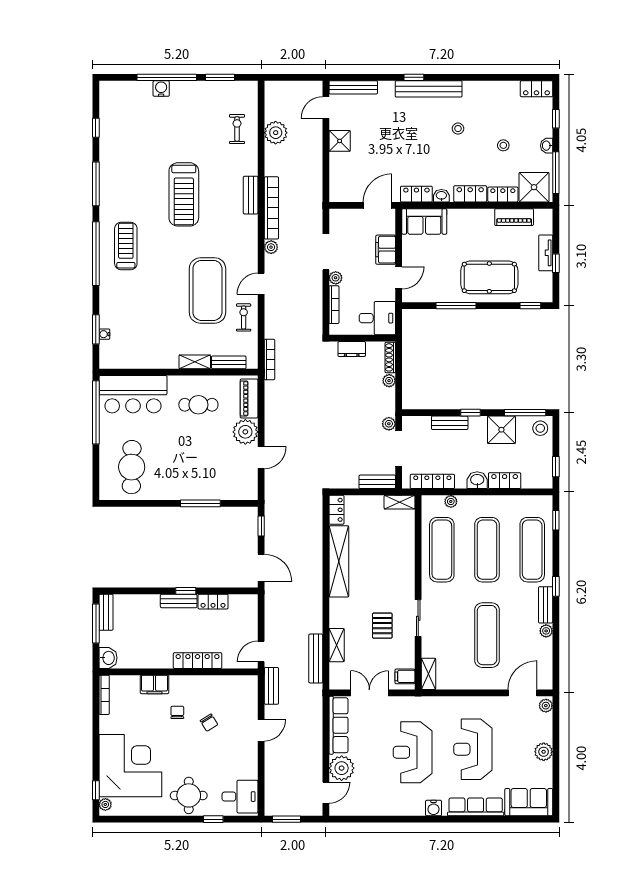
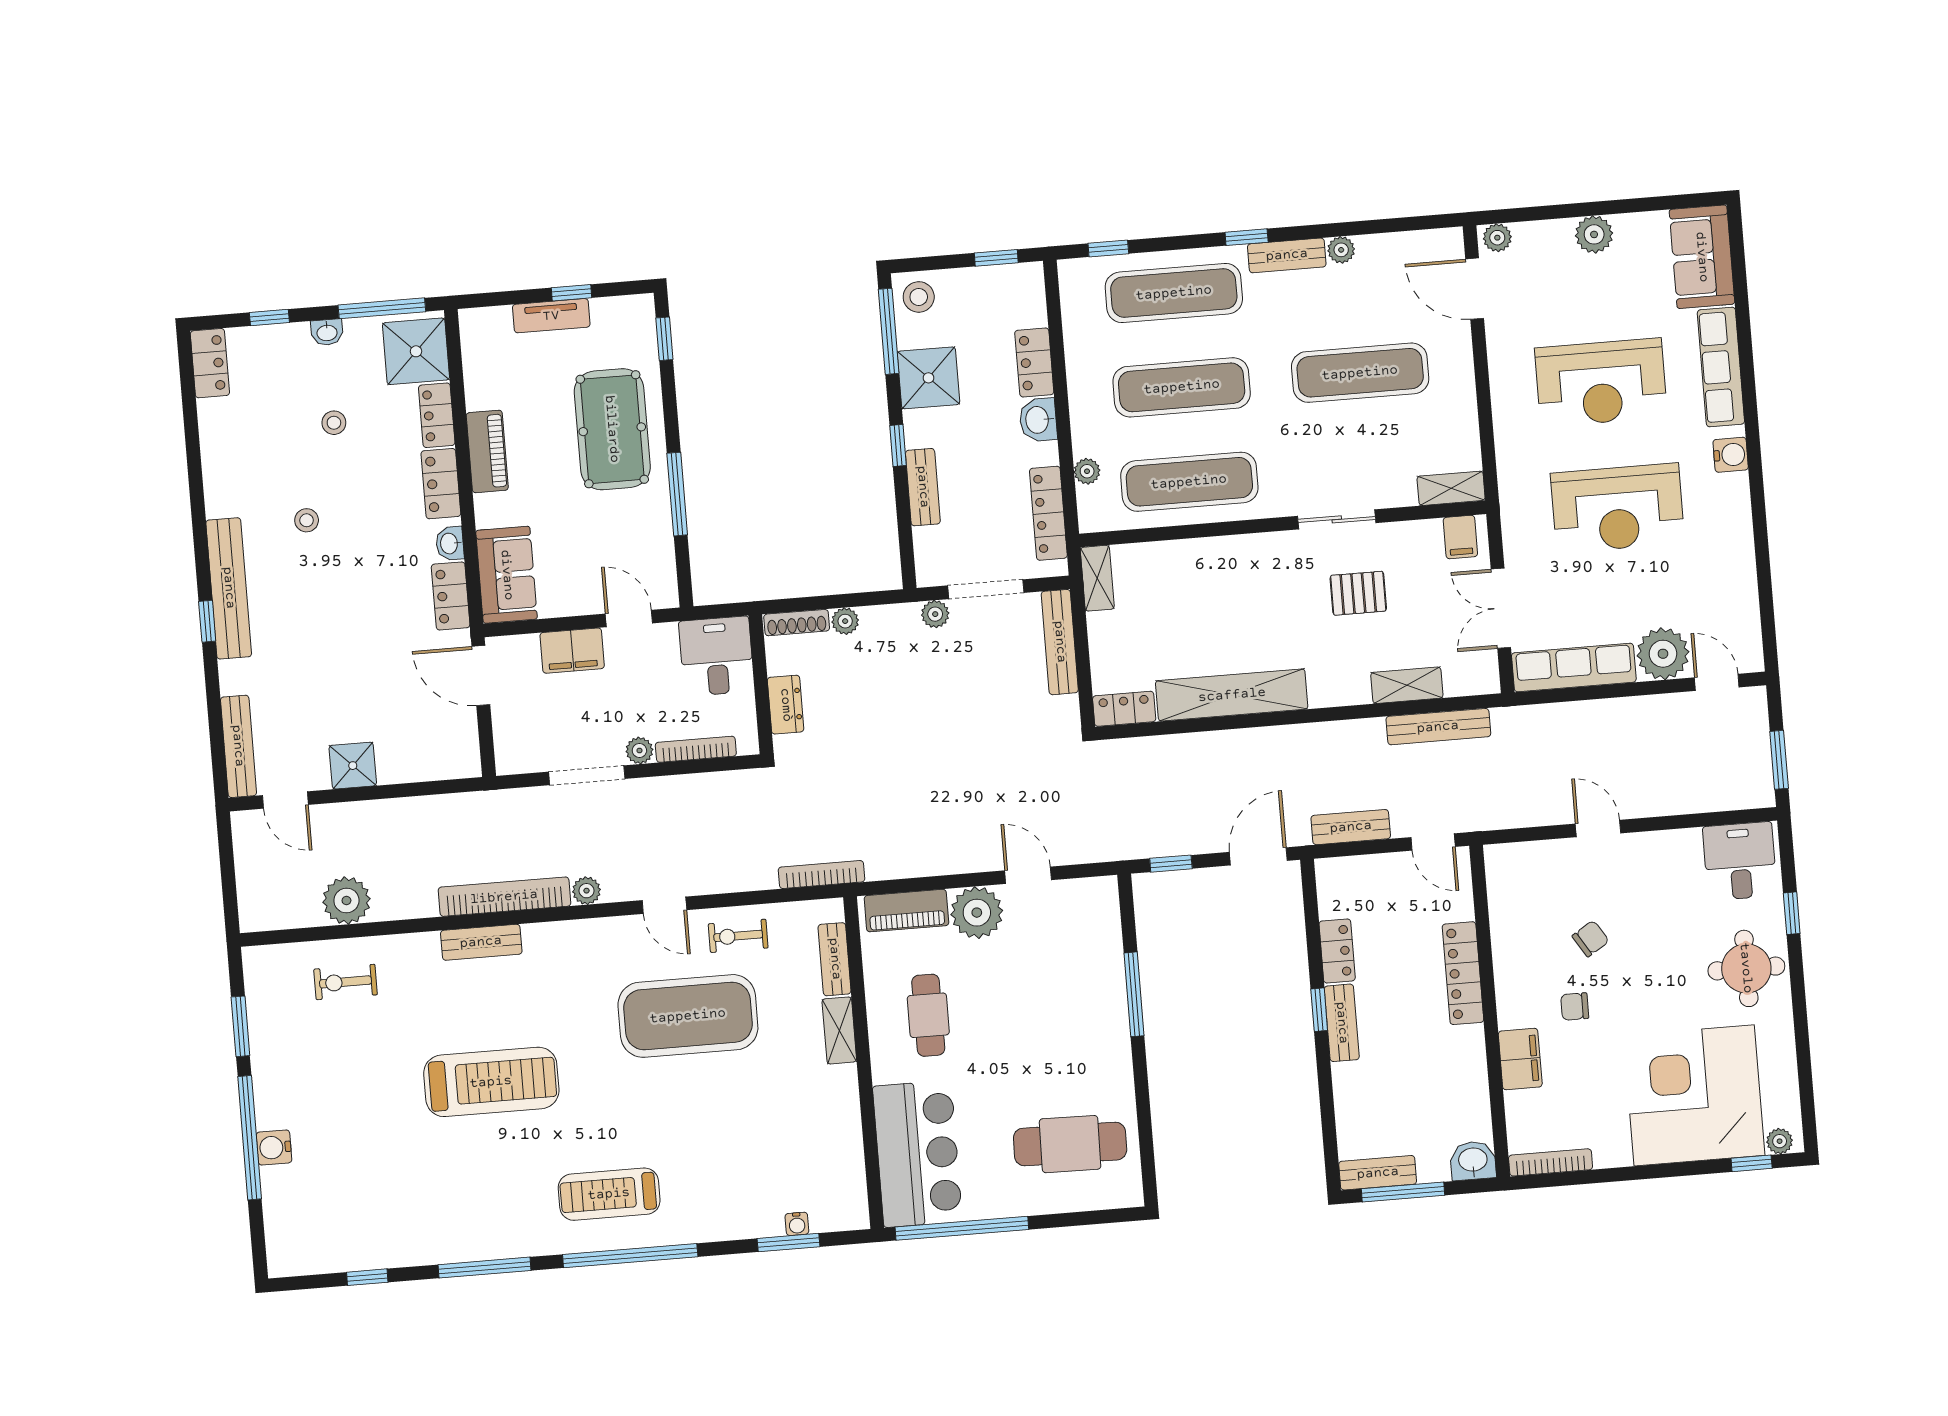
piano: (514, 217) -> (487, 451), moved
bench: (377, 482) -> (1060, 642), width x1.36
bench: (271, 686) -> (1351, 827), moved

